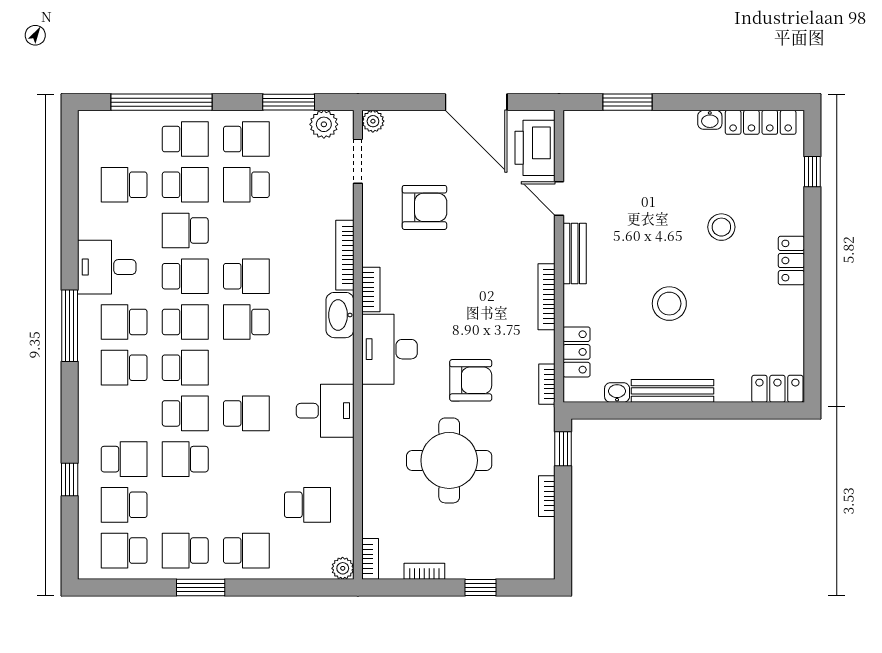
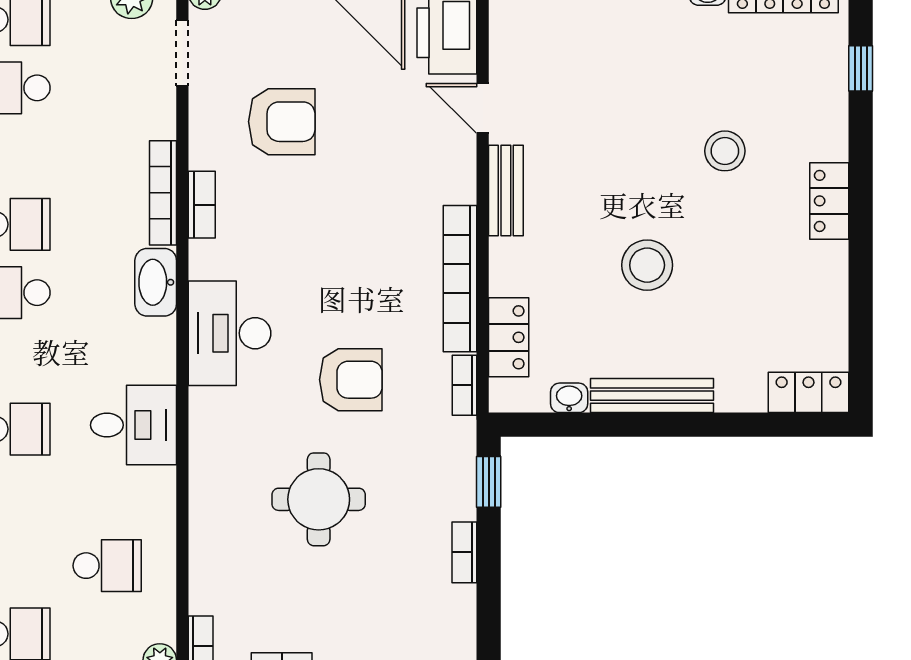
bookcase: (371, 290) -> (202, 205), moved
bookcase: (547, 297) -> (460, 279), width x1.48, depth x1.31
round table: (449, 460) -> (319, 499), width x0.73, depth x0.73

